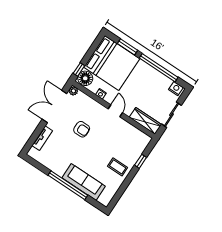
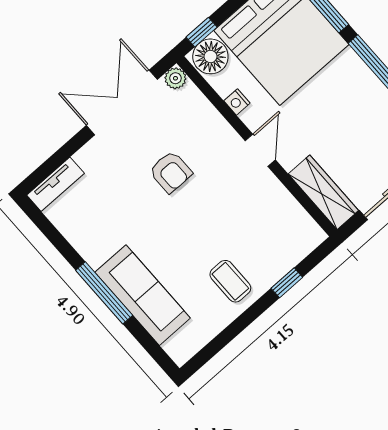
tv unit: (42, 138) -> (56, 184), moved
window: (68, 185) -> (104, 293), width x0.68

